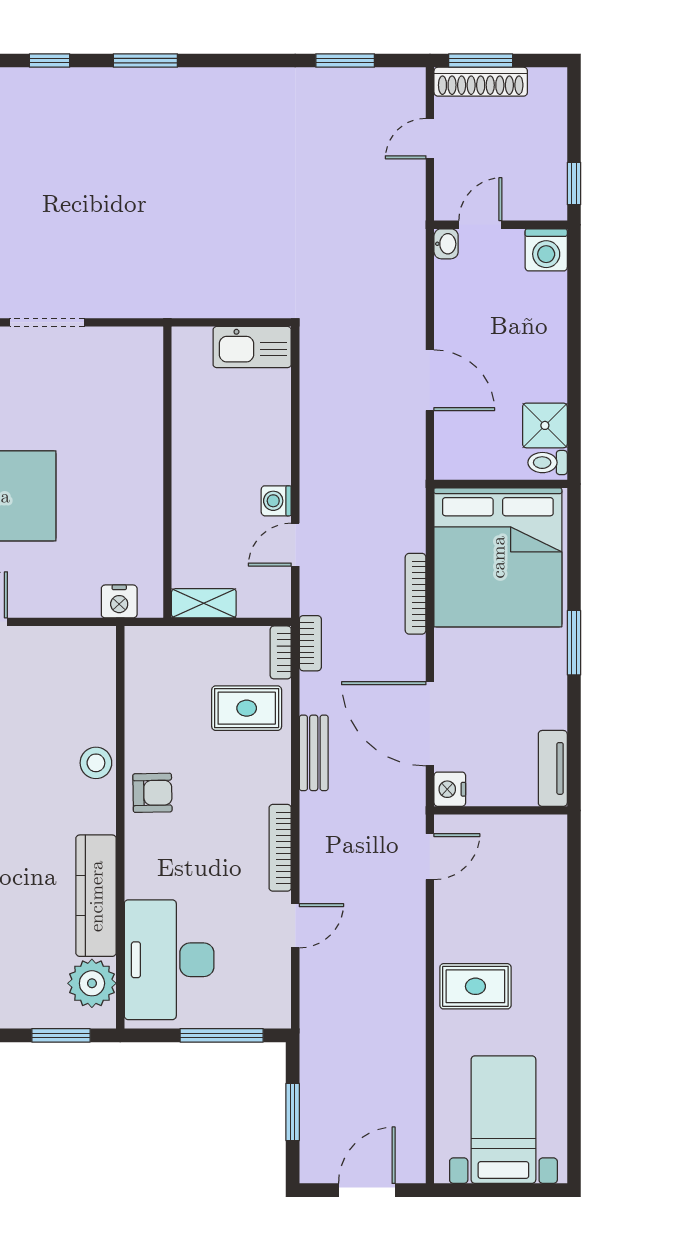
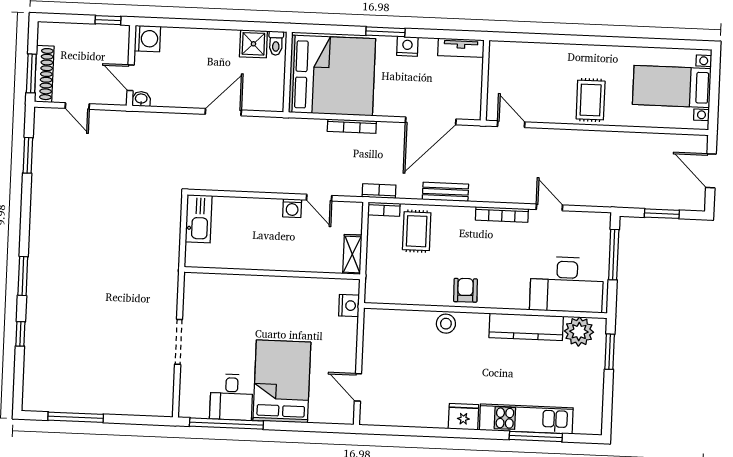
nightstand: (450, 789) -> (407, 46), moved, turned 180

